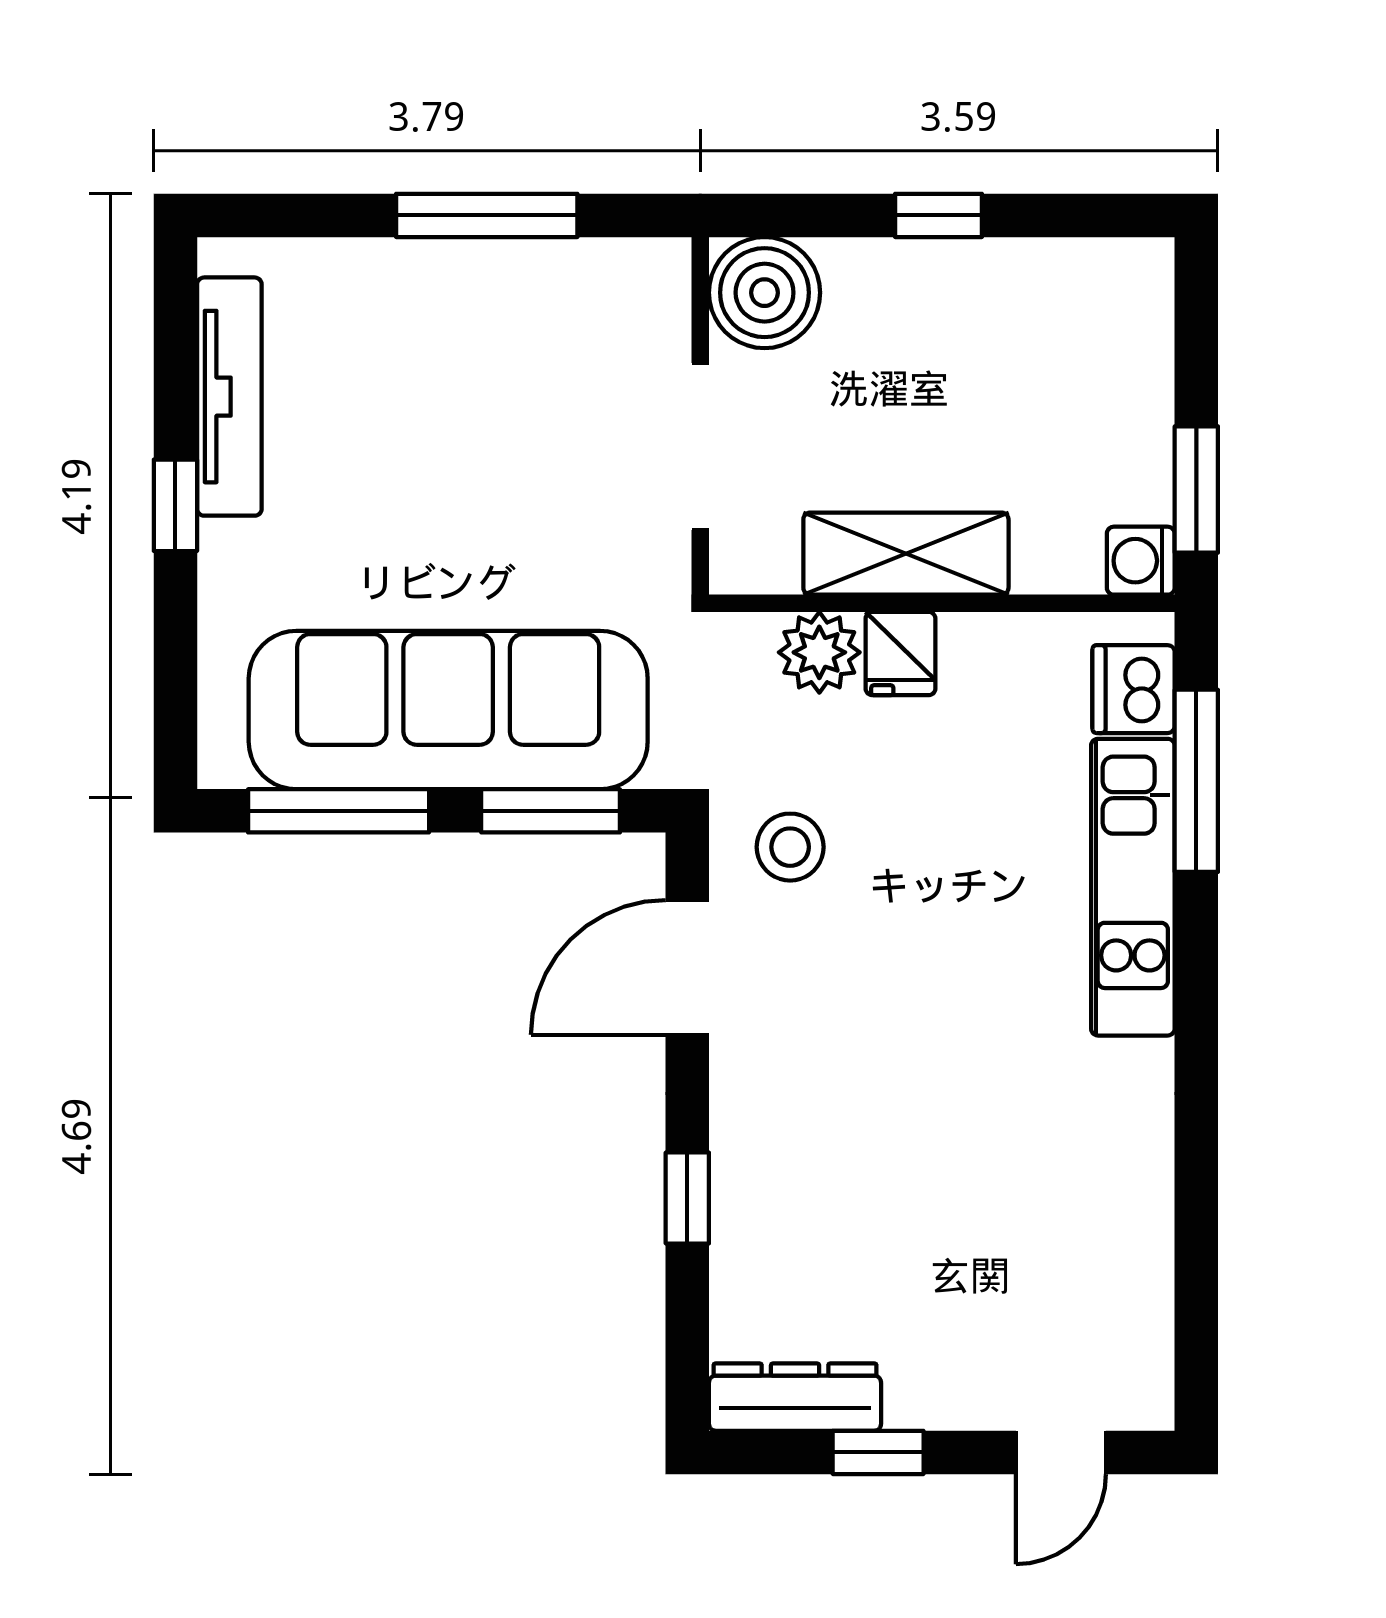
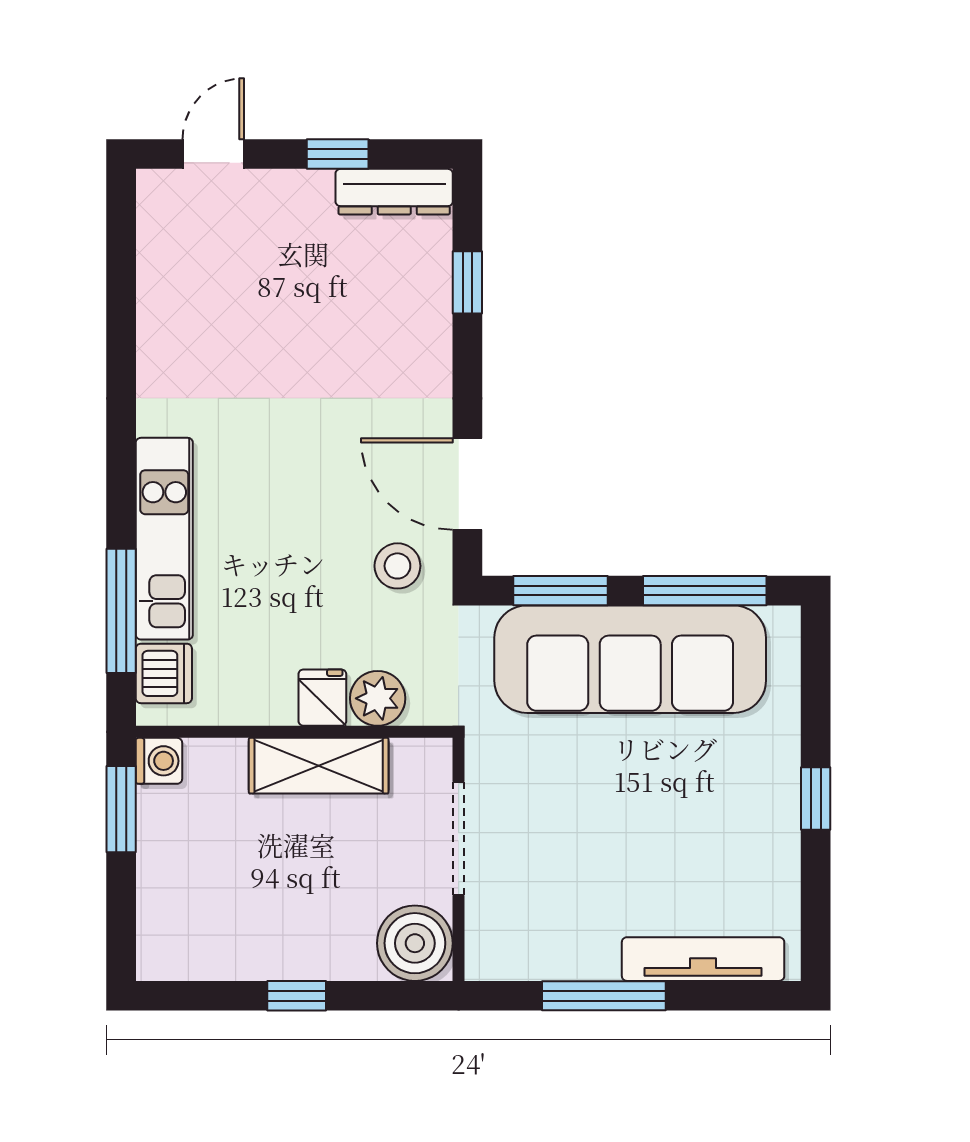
tv unit: (229, 397) -> (703, 959), moved, turned 90
door: (687, 967) -> (467, 484), swing flipped
window: (687, 1198) -> (467, 282), moved

